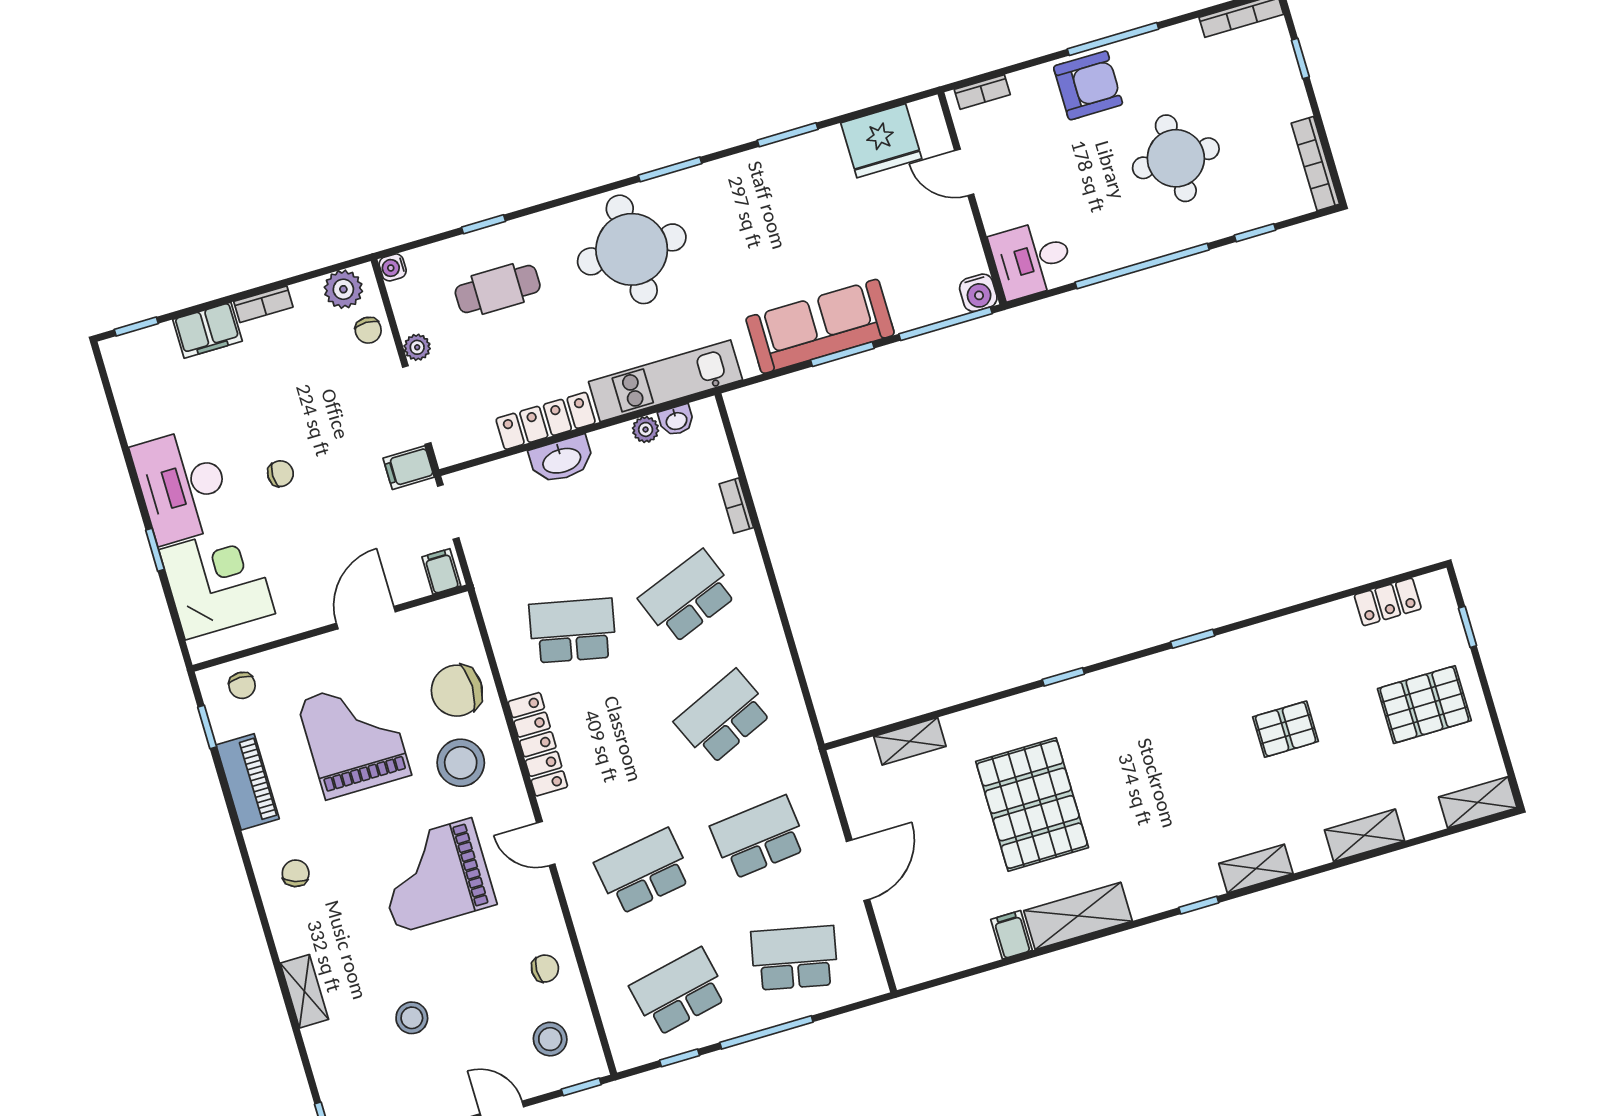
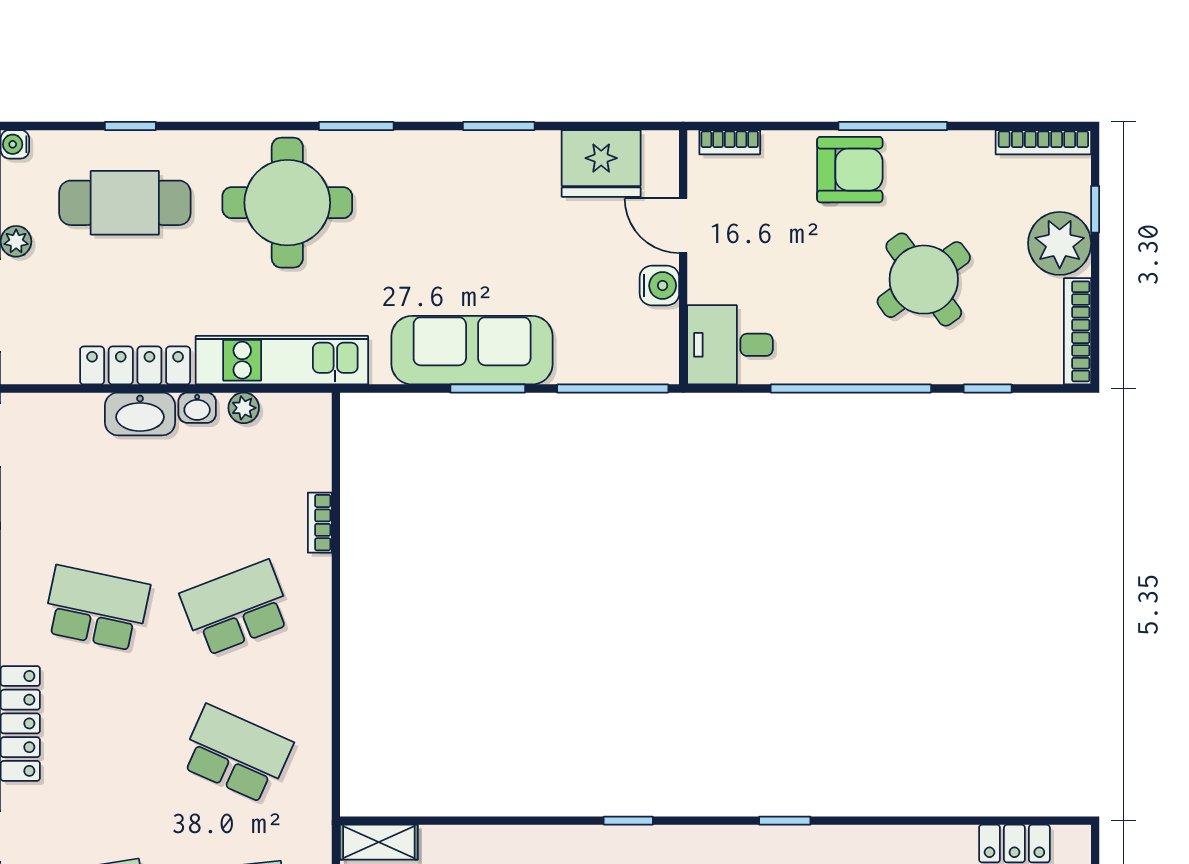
plant: (1279, 95) -> (1060, 243), added
round table: (1176, 158) -> (924, 280), turned -36
cafe table: (498, 289) -> (125, 203), width x1.37, depth x1.35
water cooler: (978, 293) -> (659, 286), moved, turned -90
washbasin: (676, 420) -> (197, 408), moved
school desk: (723, 717) -> (236, 754), turned 48
shelving: (910, 741) -> (379, 842), moved

